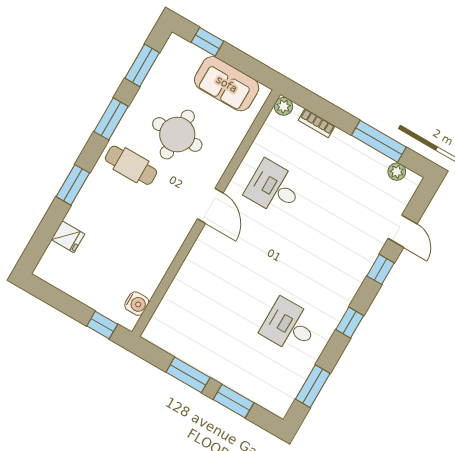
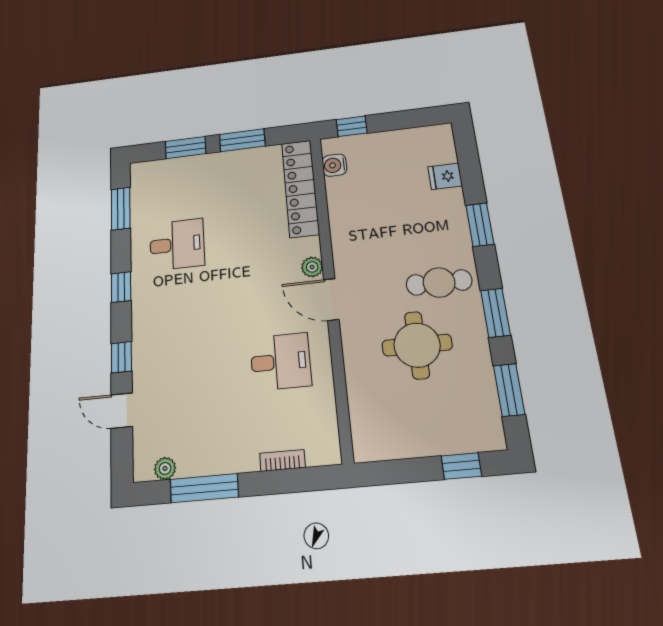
sofa: (227, 84) -> (407, 435), removed
plant: (283, 106) -> (312, 267), moved
locker: (173, 304) -> (300, 188), added

